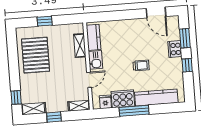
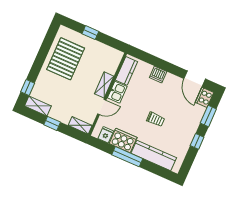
dishwasher: (122, 26) -> (158, 75), added
shelving: (80, 46) -> (104, 85), moved
cooker: (175, 49) -> (204, 97), moved

